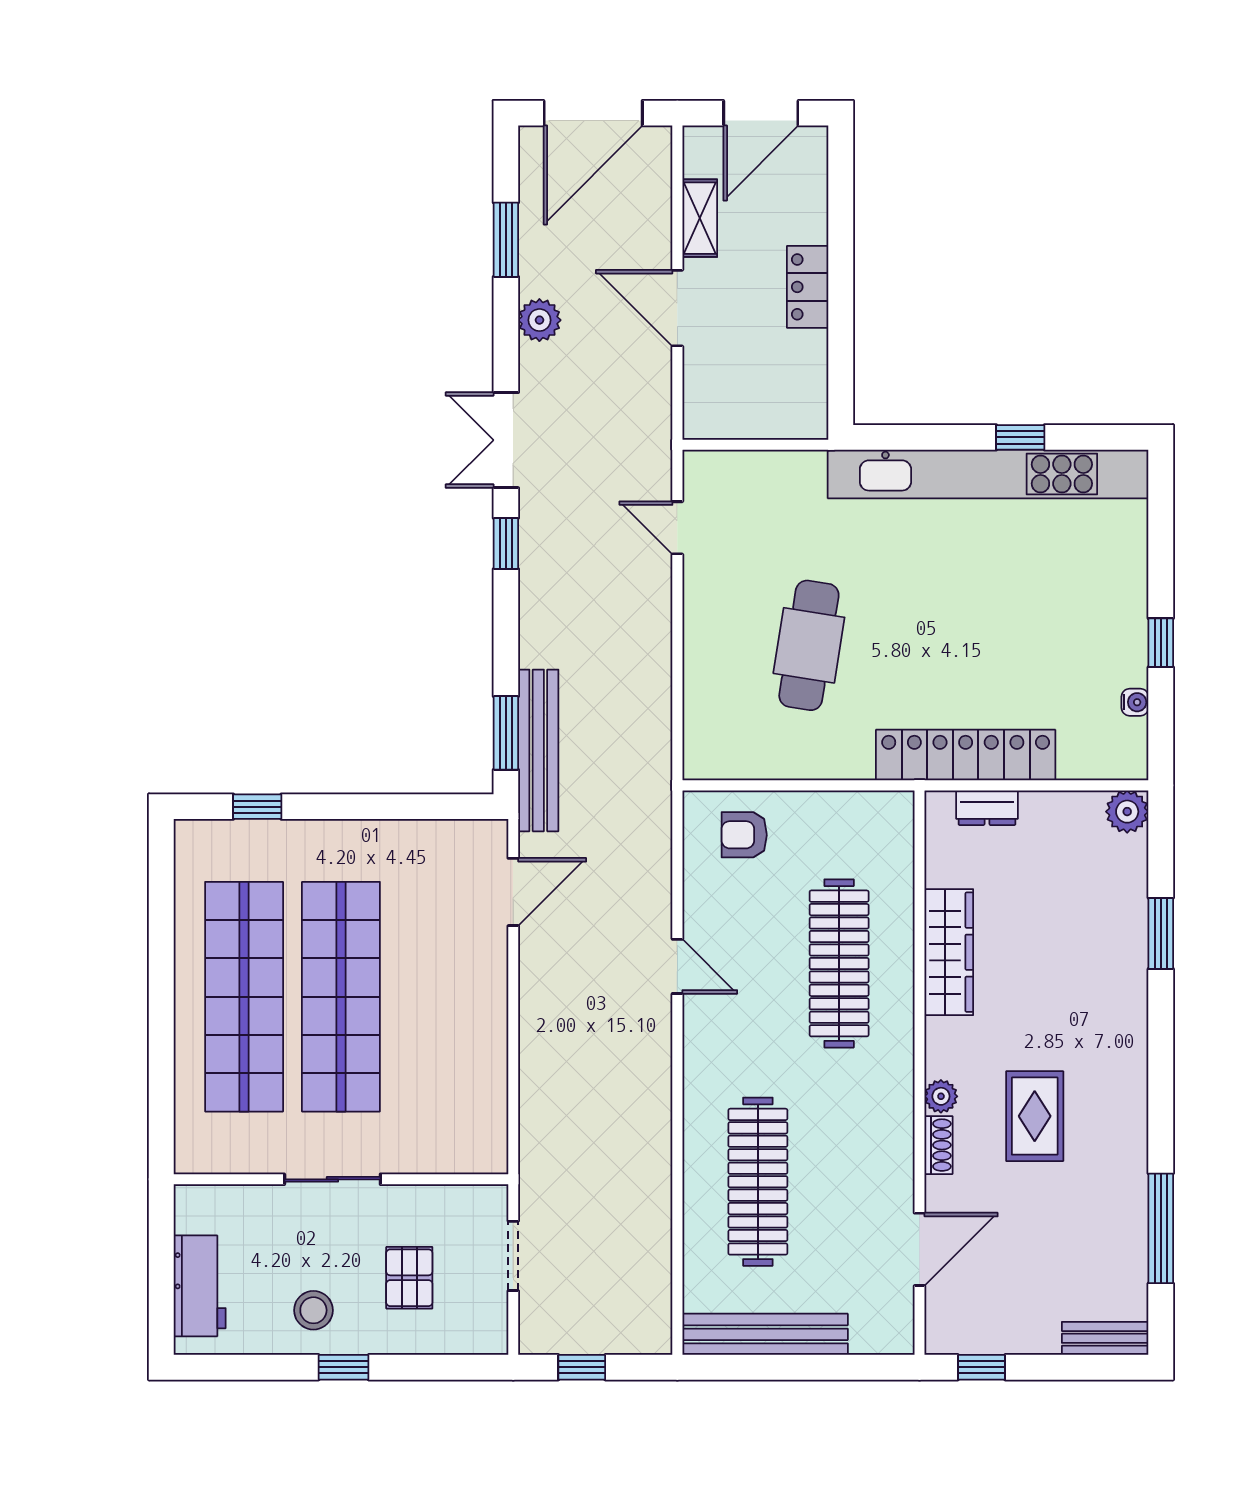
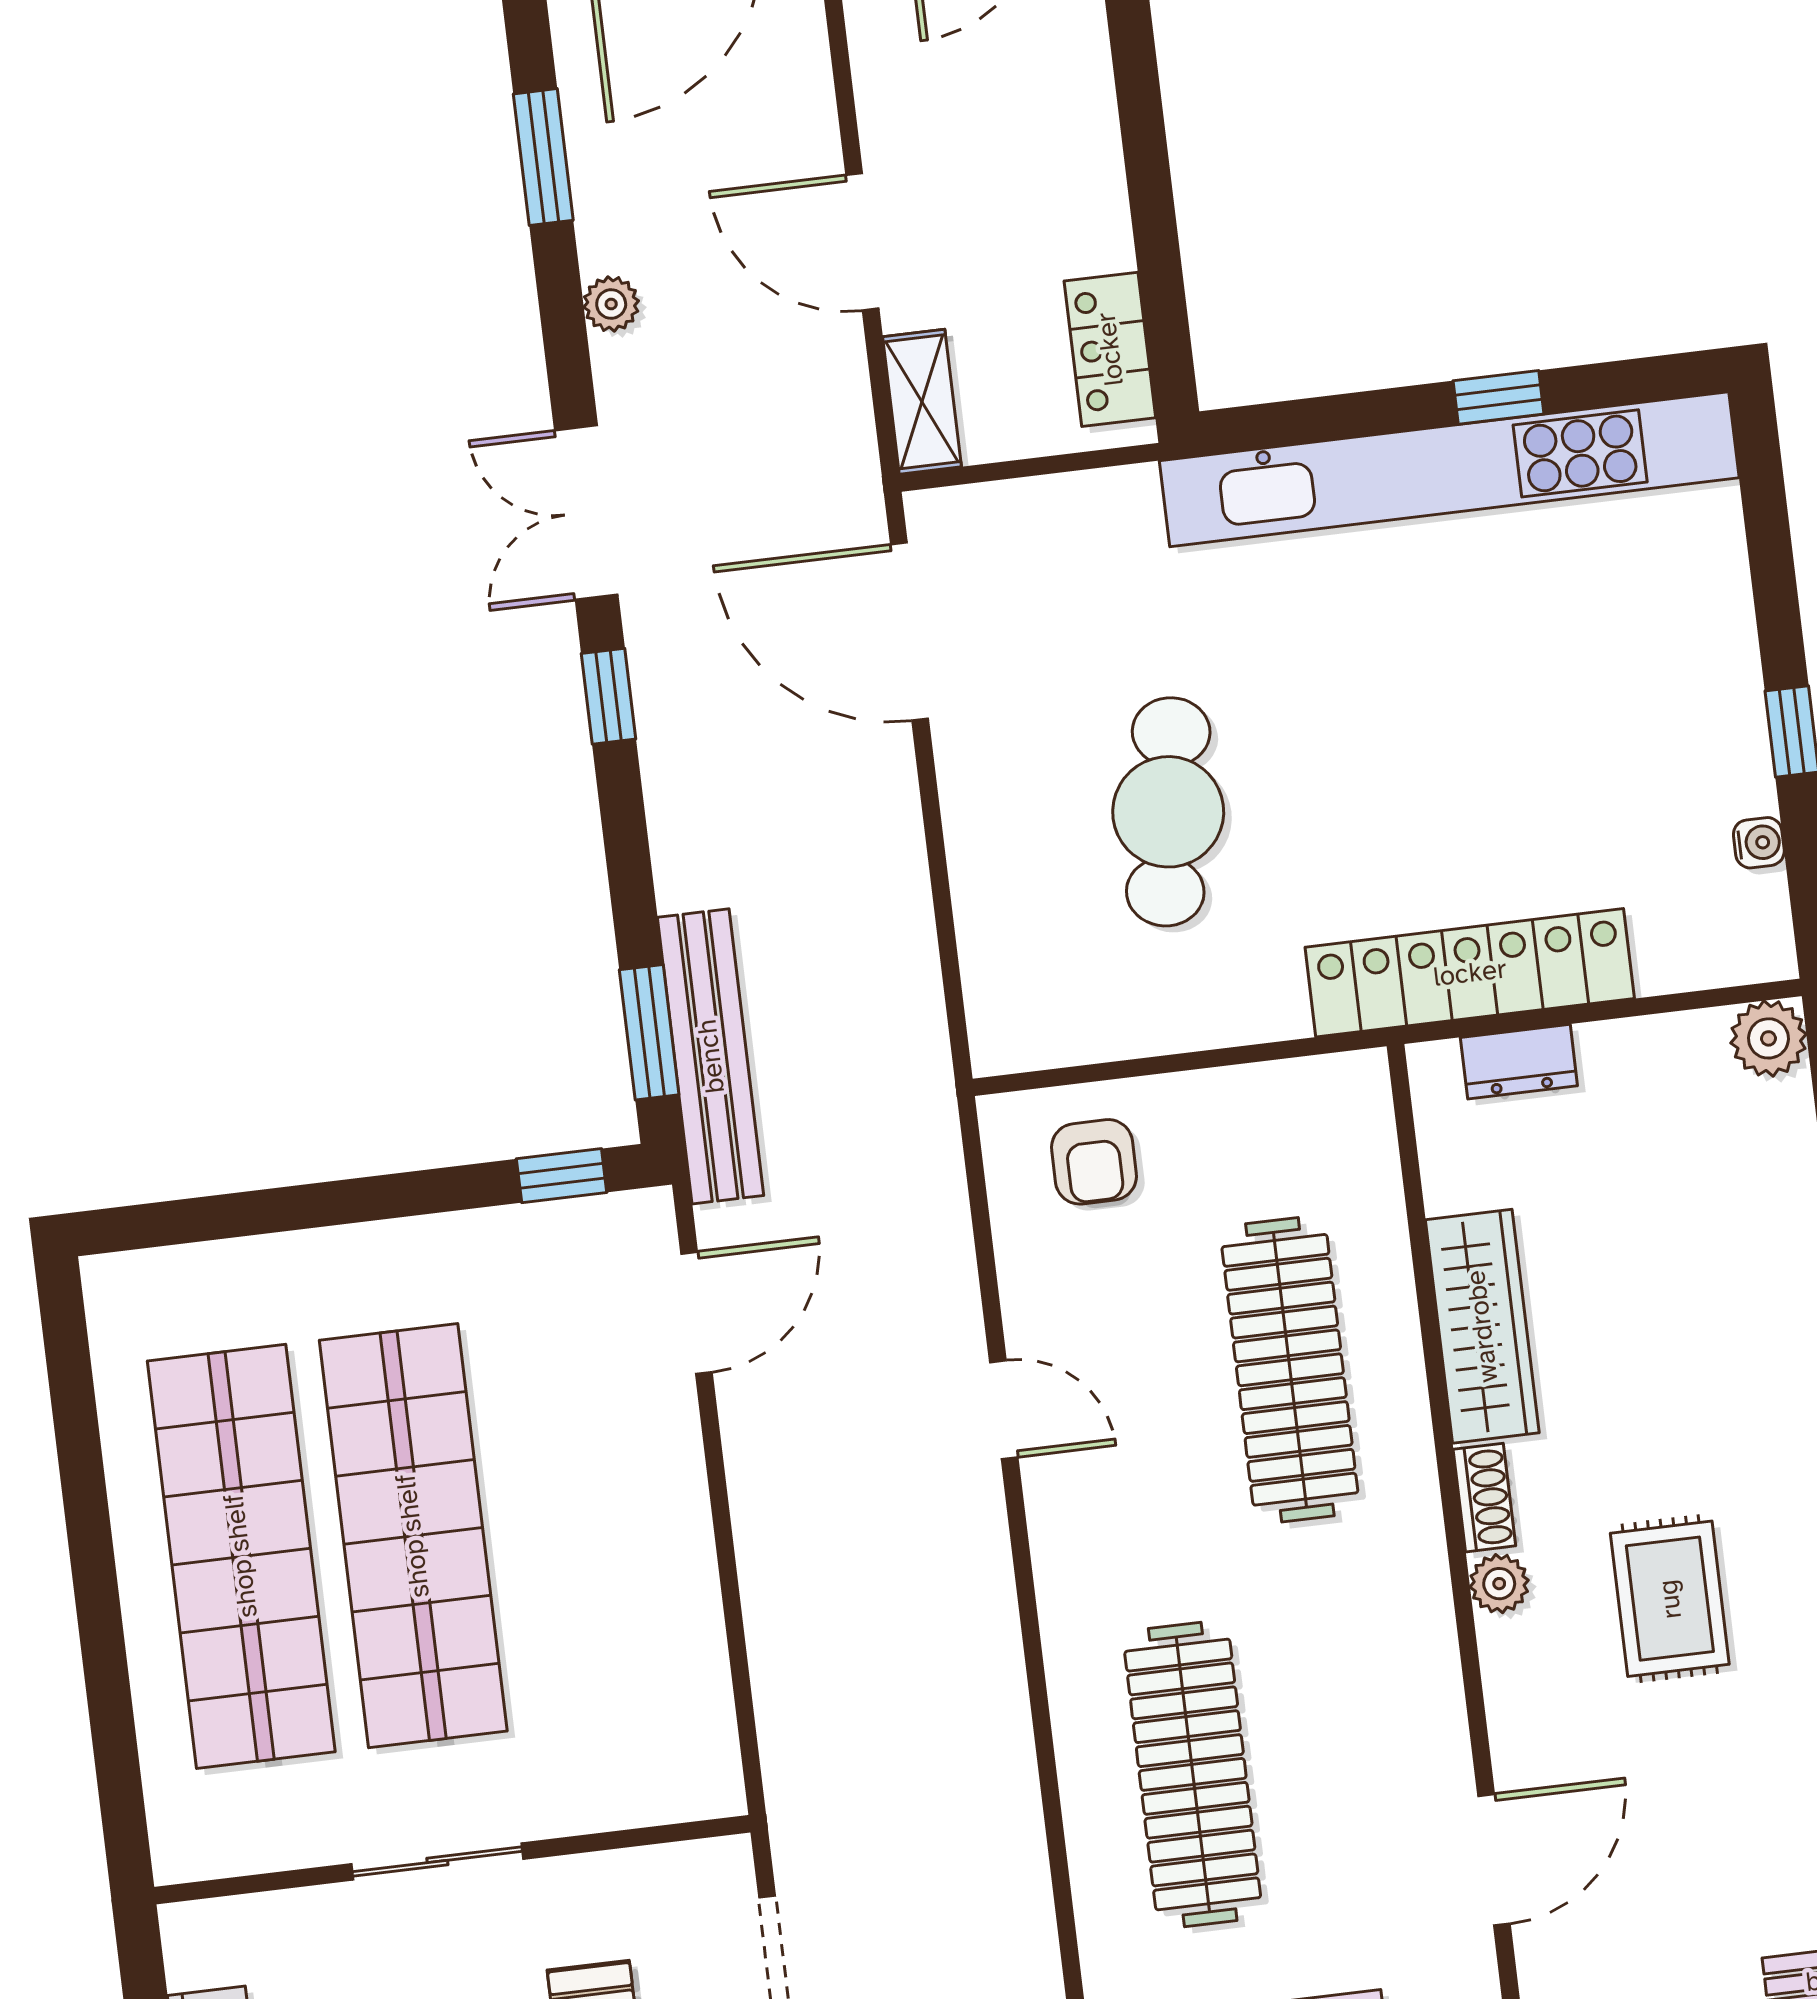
shelving: (700, 218) -> (922, 402), moved
locker: (808, 287) -> (1110, 349), moved
plant: (539, 320) -> (611, 304), width x0.73, depth x0.73
door: (677, 528) -> (910, 632), width x1.87
window: (257, 807) -> (562, 1176), moved
armchair: (744, 835) -> (1094, 1162), turned -90
shoe rack: (939, 1145) -> (1484, 1498), moved

